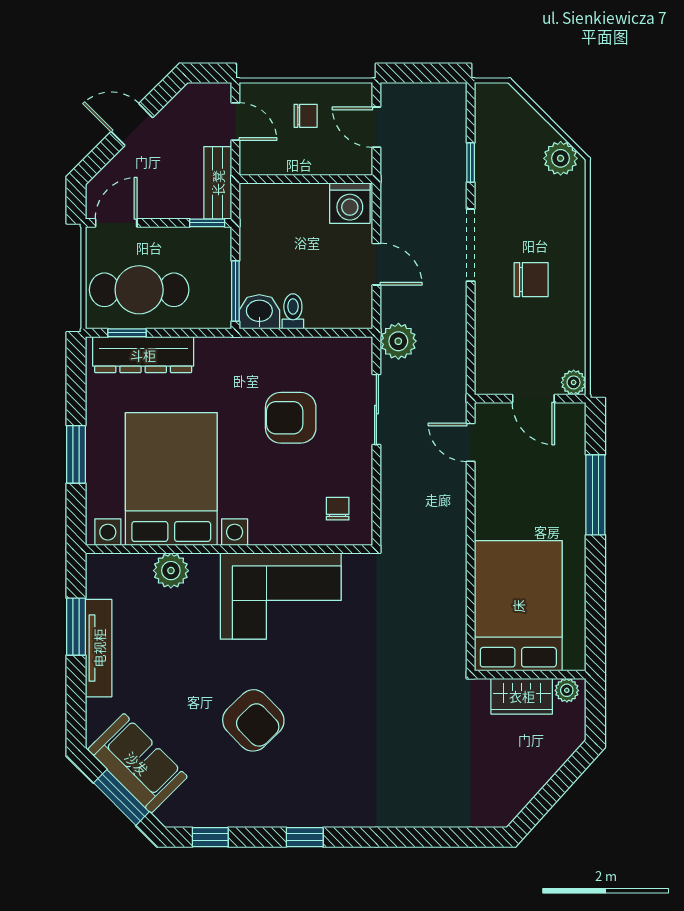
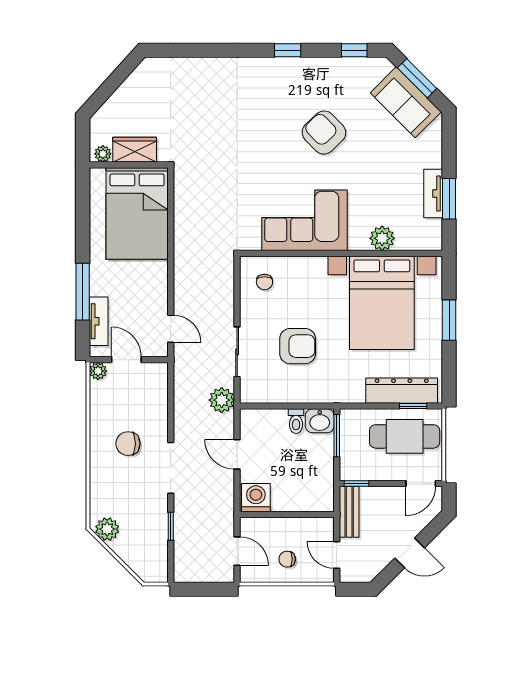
tv unit: (573, 453) -> (99, 321), added
tv unit: (99, 648) -> (433, 194), width x0.71

